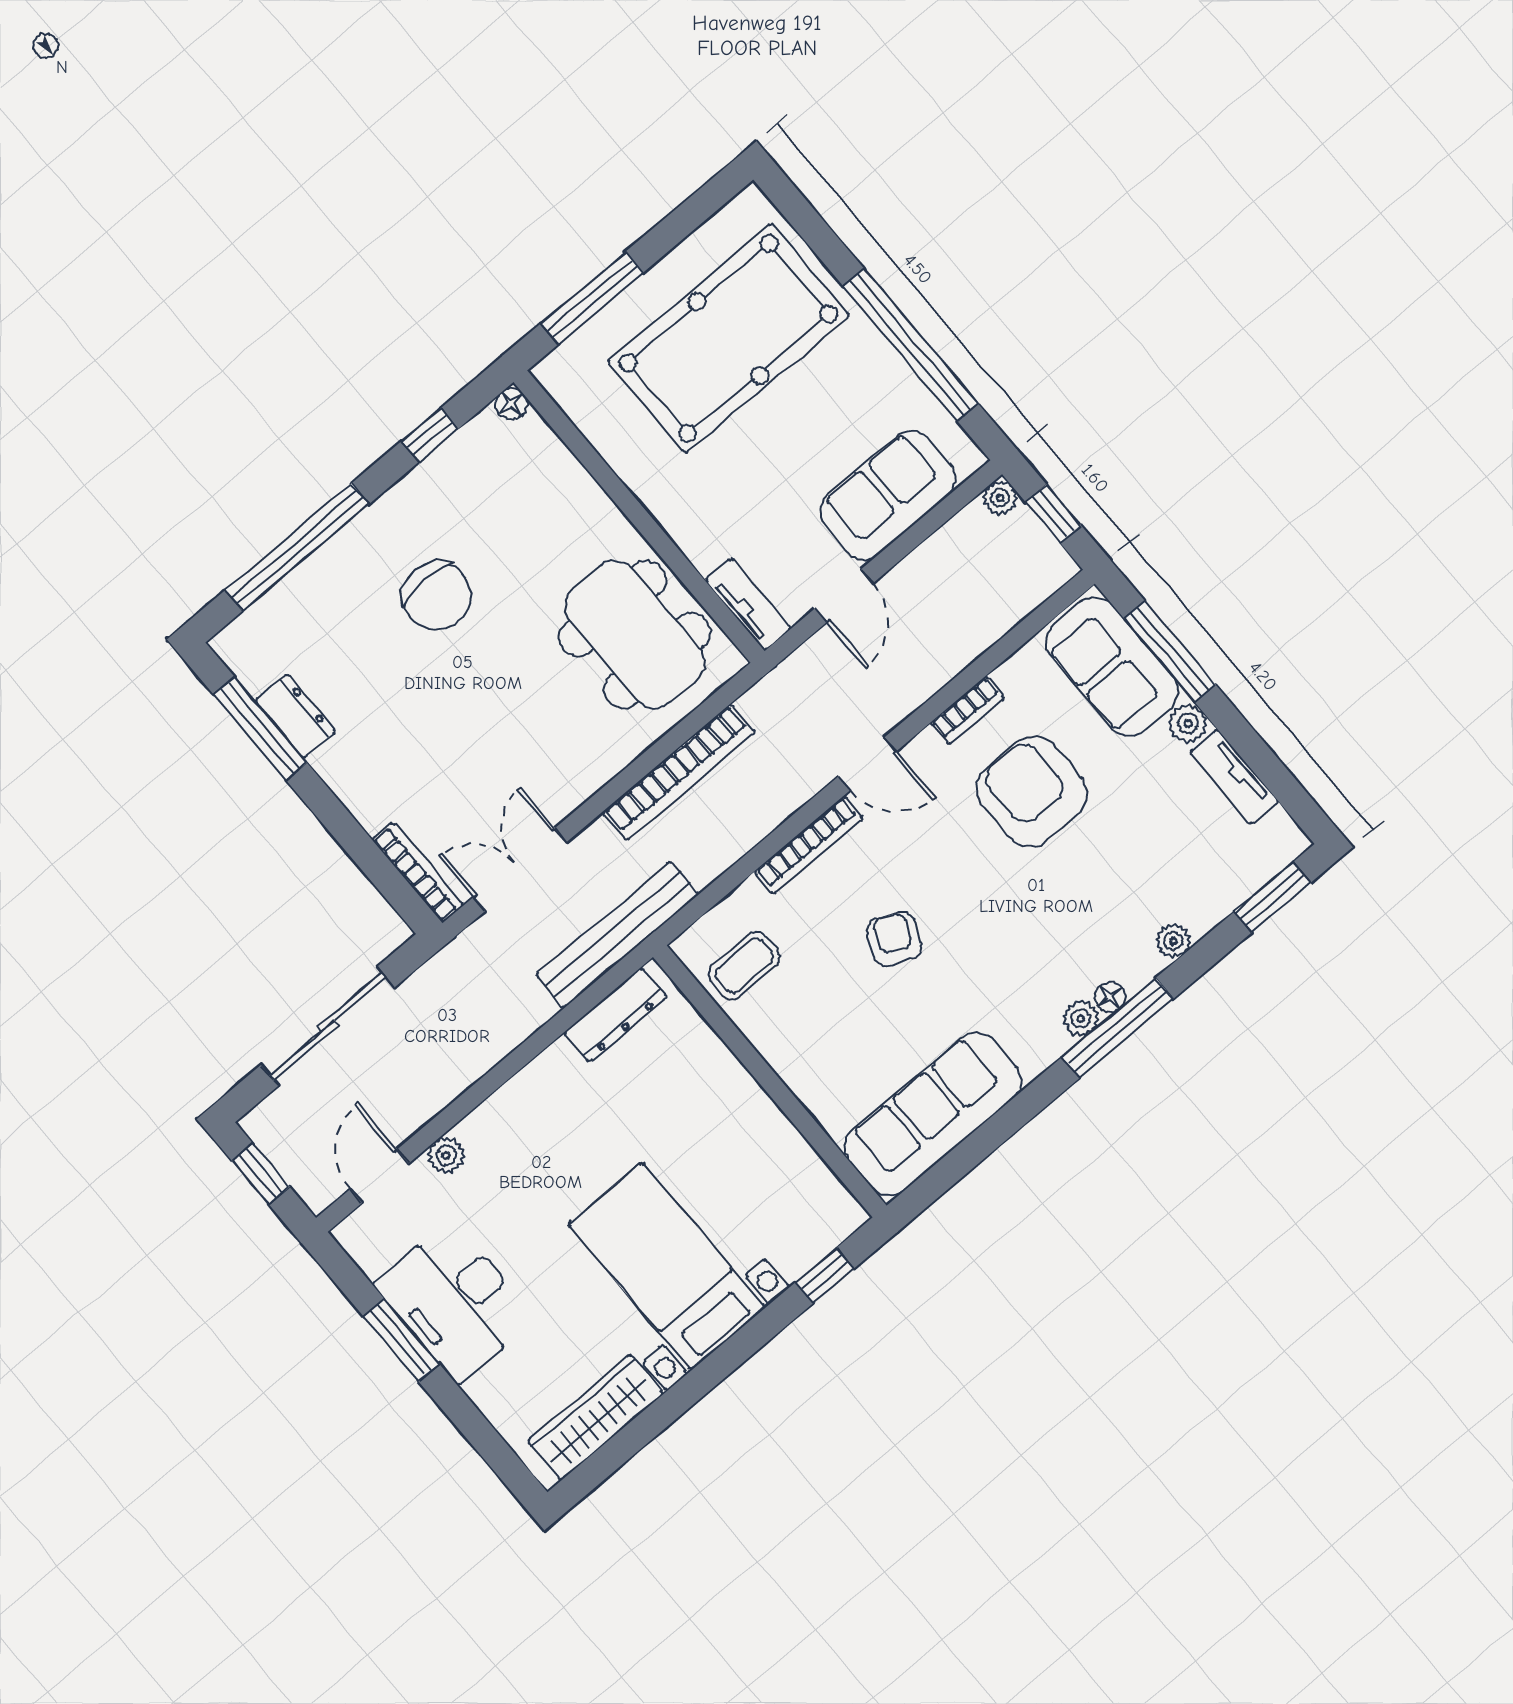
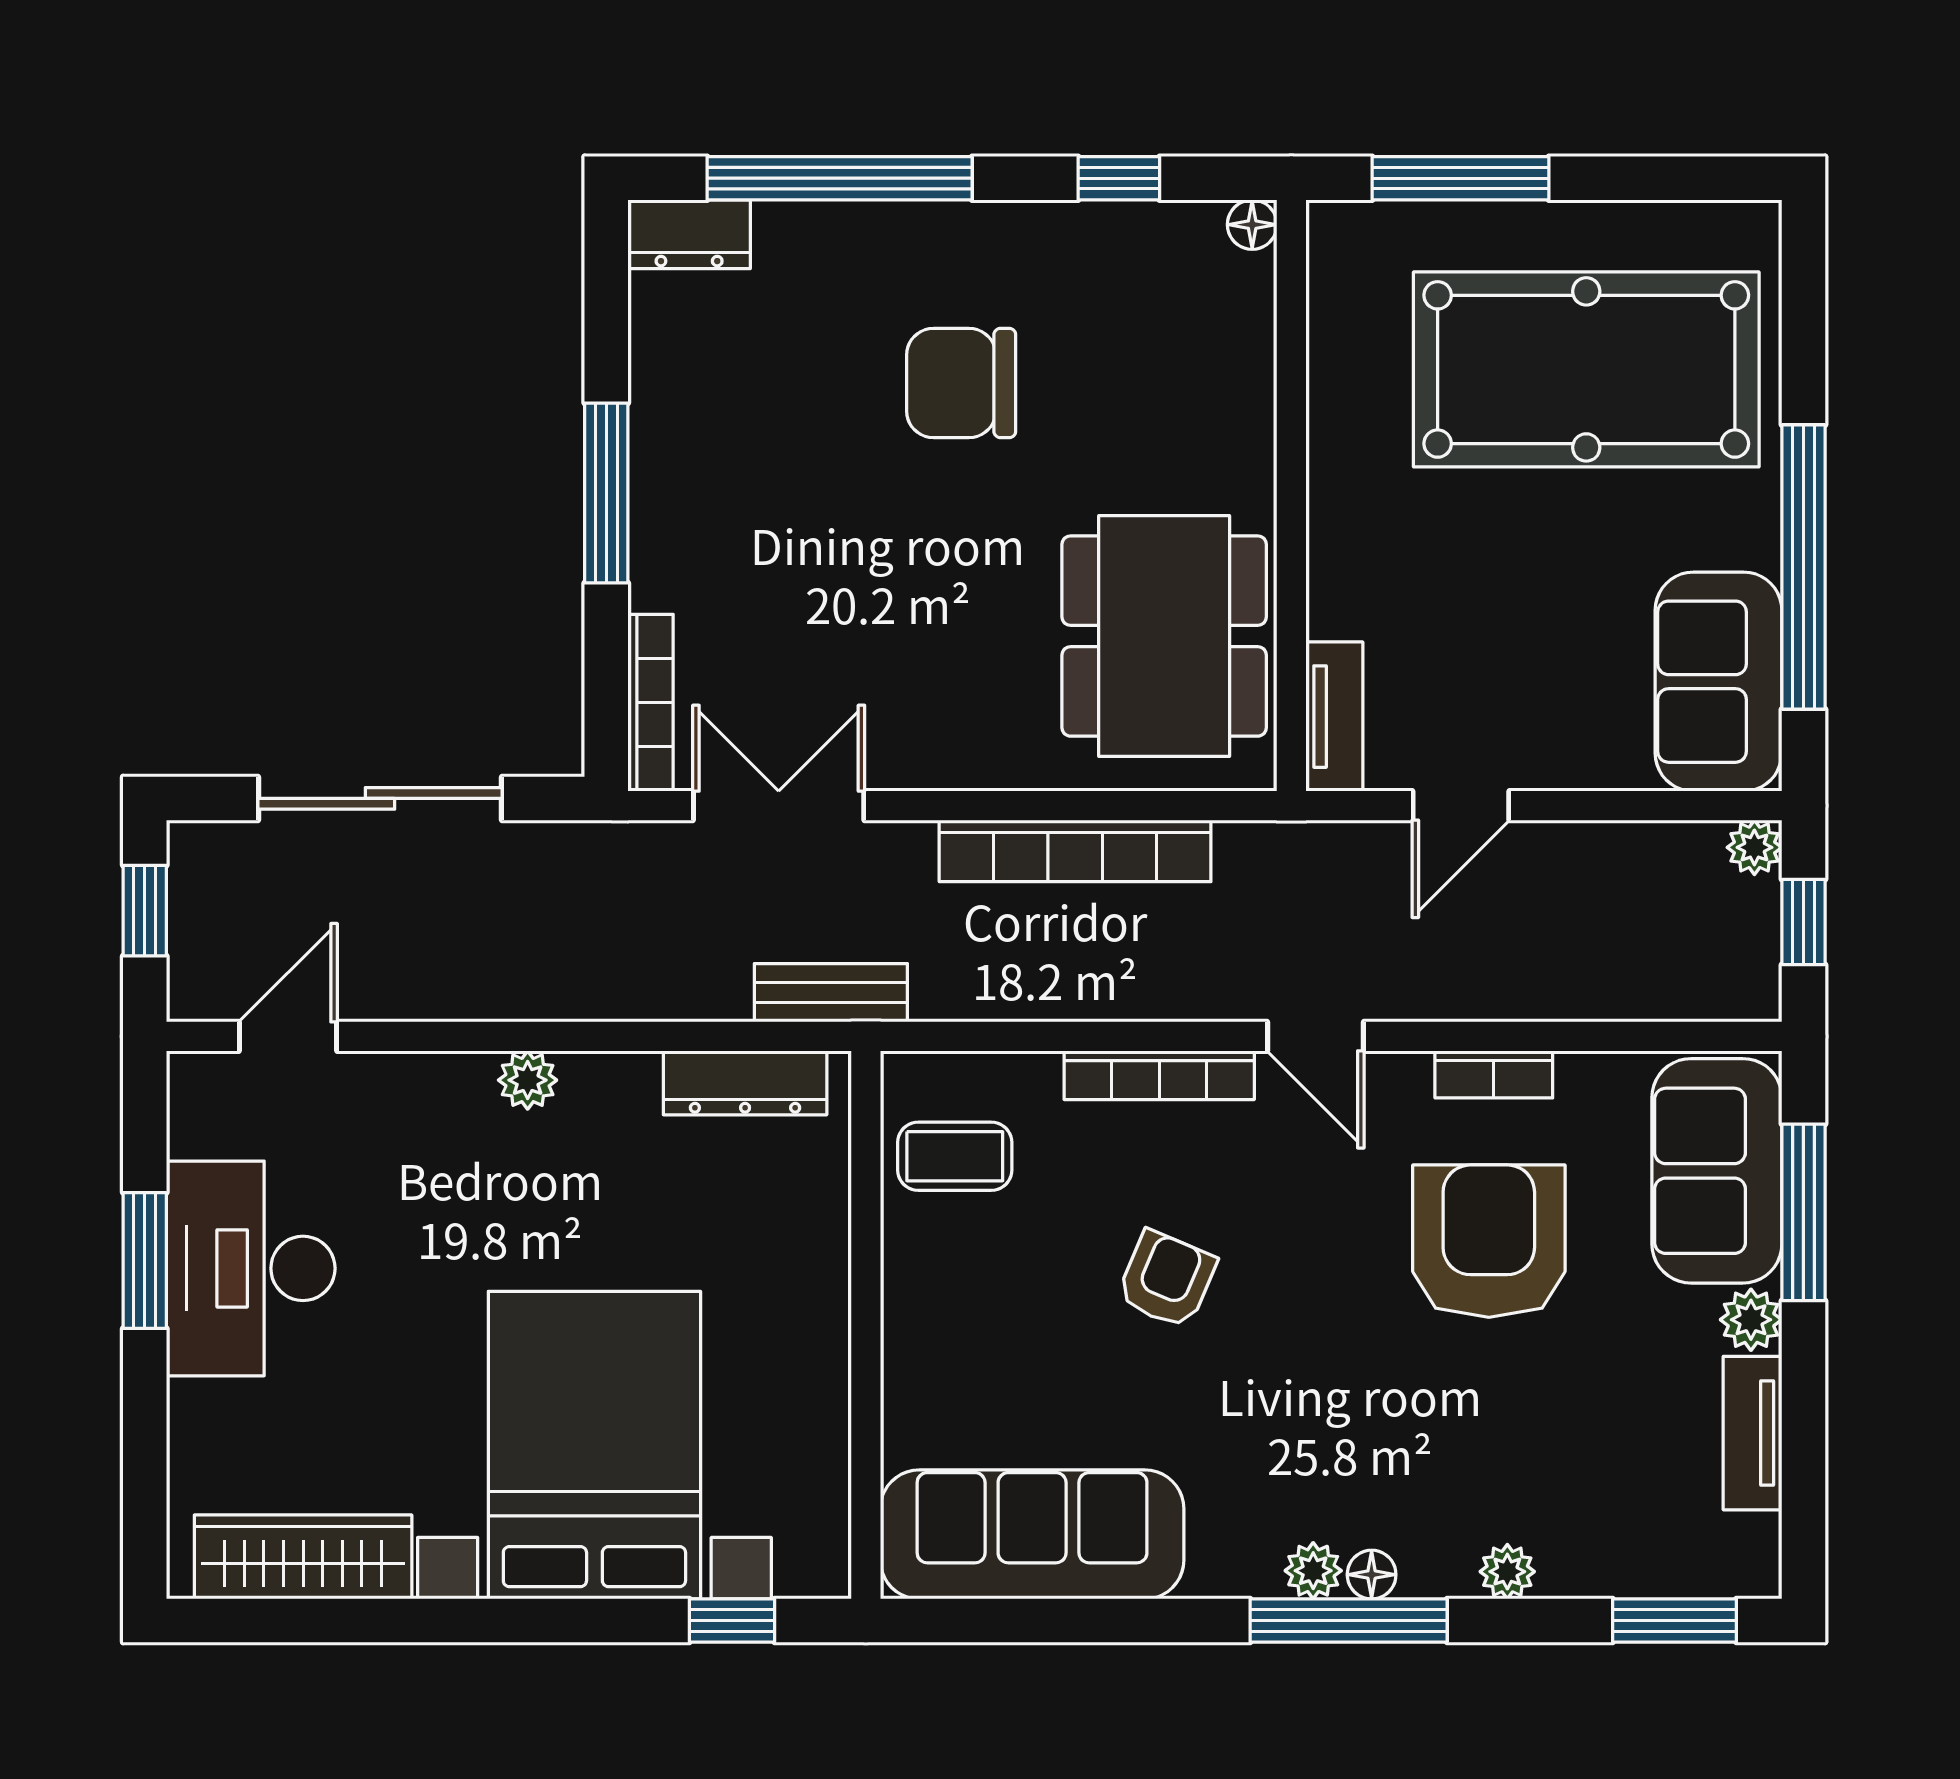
sofa: (888, 495) -> (1718, 682), moved, turned -90
chair: (437, 596) -> (961, 383), turned 90
dresser: (295, 716) -> (689, 234), moved, turned 90
window: (260, 729) -> (606, 493), moved
bench: (617, 935) -> (831, 993), width x0.54, depth x0.82
plant: (446, 1155) -> (528, 1080), moved
bed with nightstands: (667, 1266) -> (594, 1445), width x1.36

